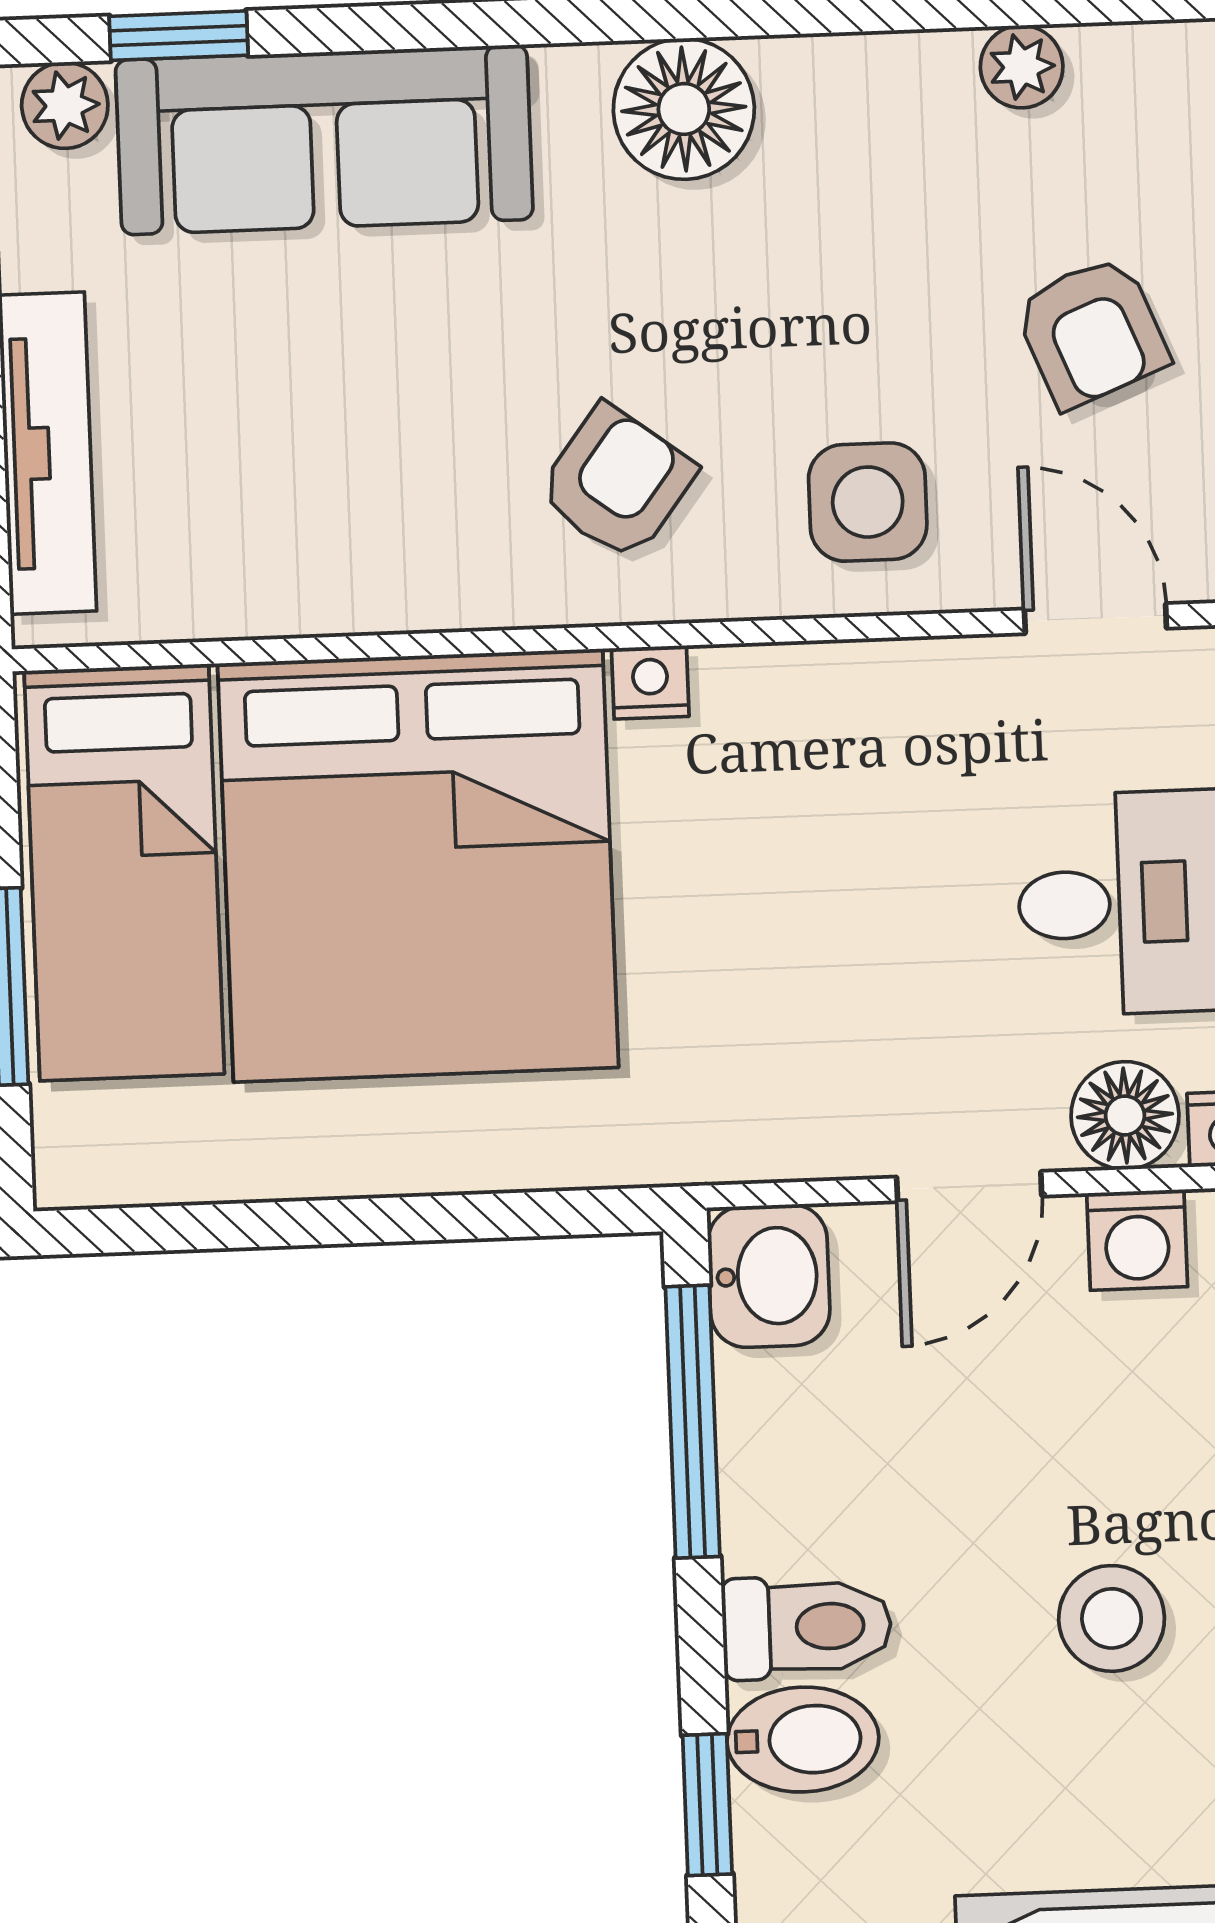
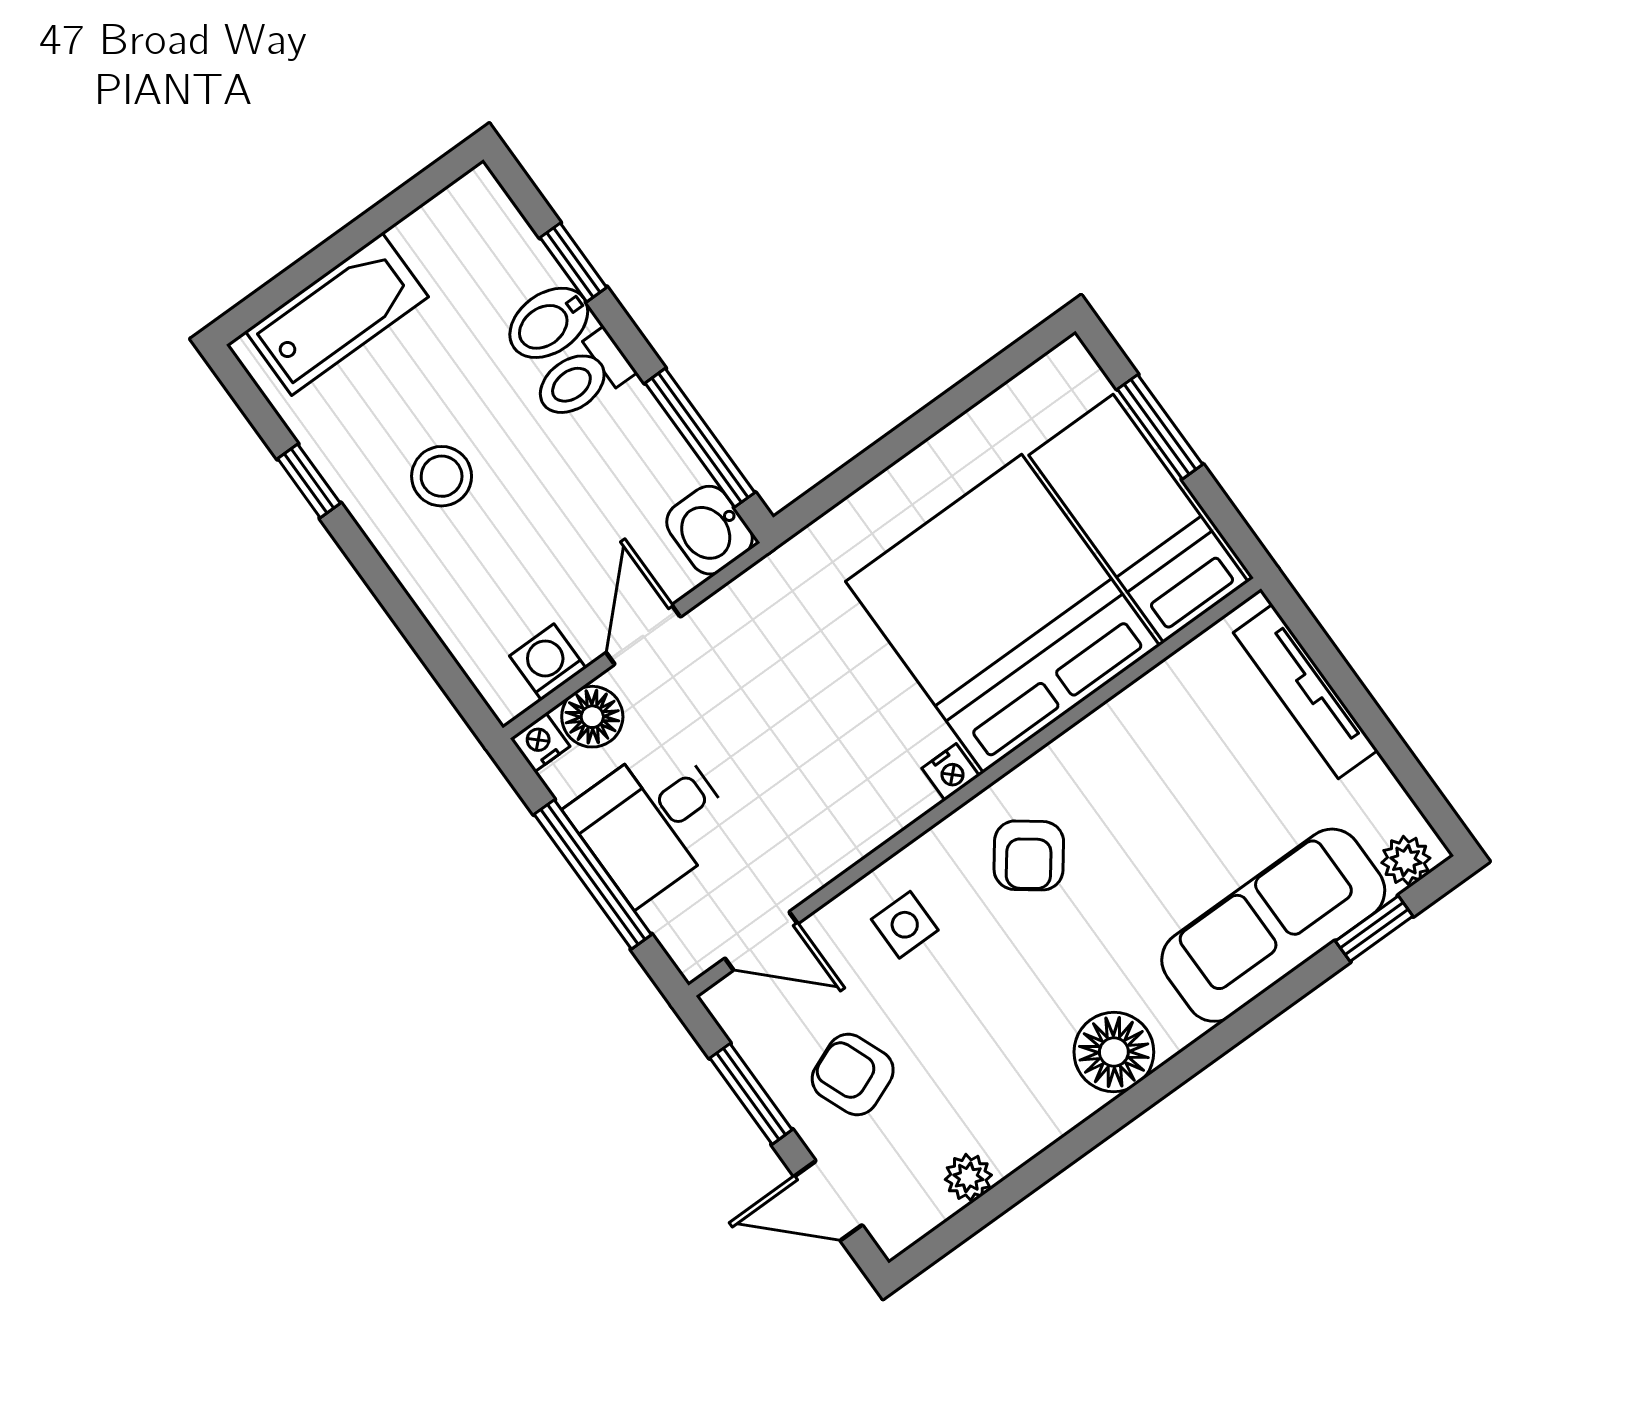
side table: (868, 502) -> (905, 925), width x0.73, depth x0.73

